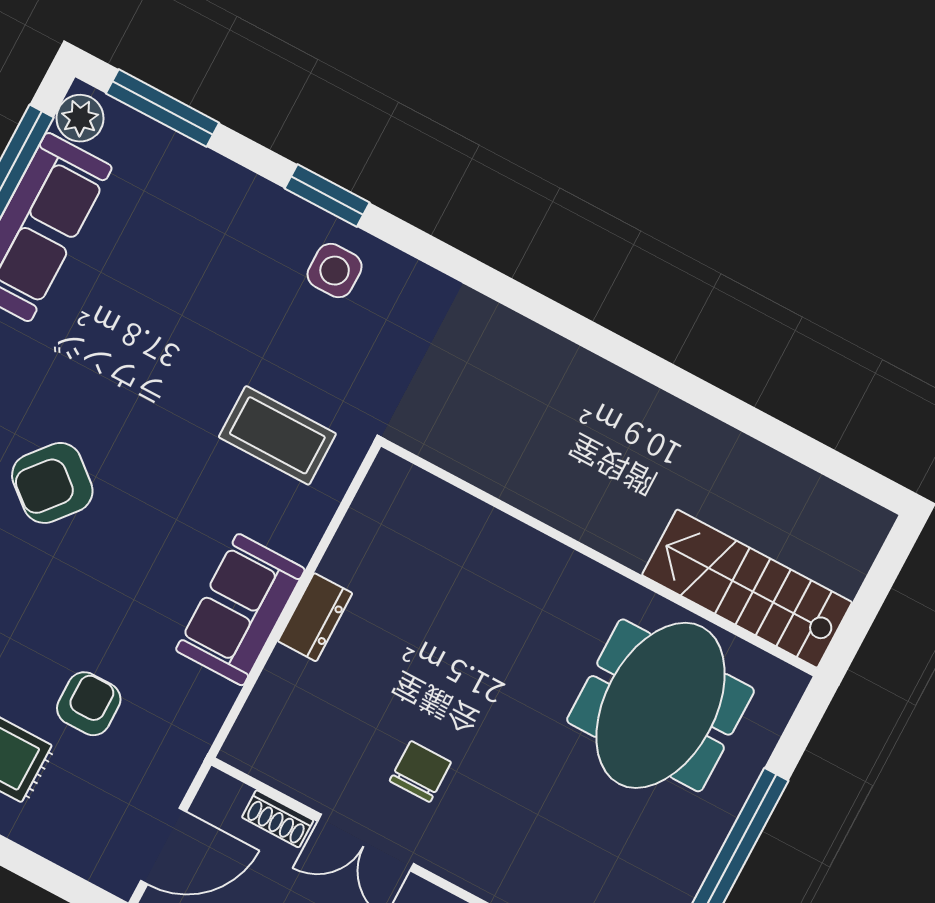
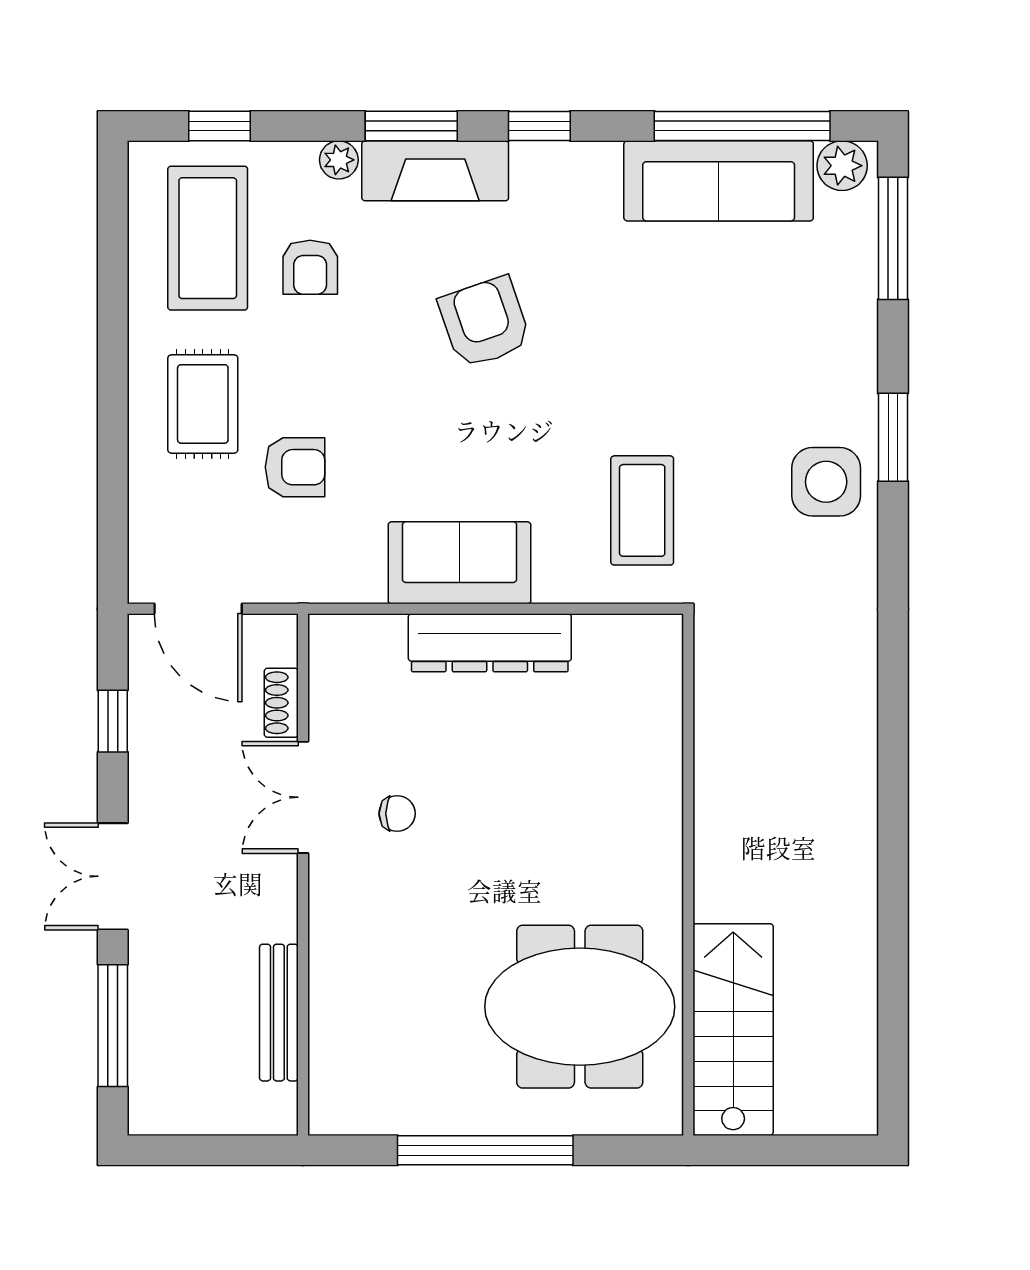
side table: (335, 271) -> (826, 482), width x1.37, depth x1.37
armchair: (52, 483) -> (485, 322), turned 31
dresser: (315, 617) -> (490, 643), width x1.96, depth x1.24
chair: (420, 772) -> (397, 814), width x0.73, depth x0.73

